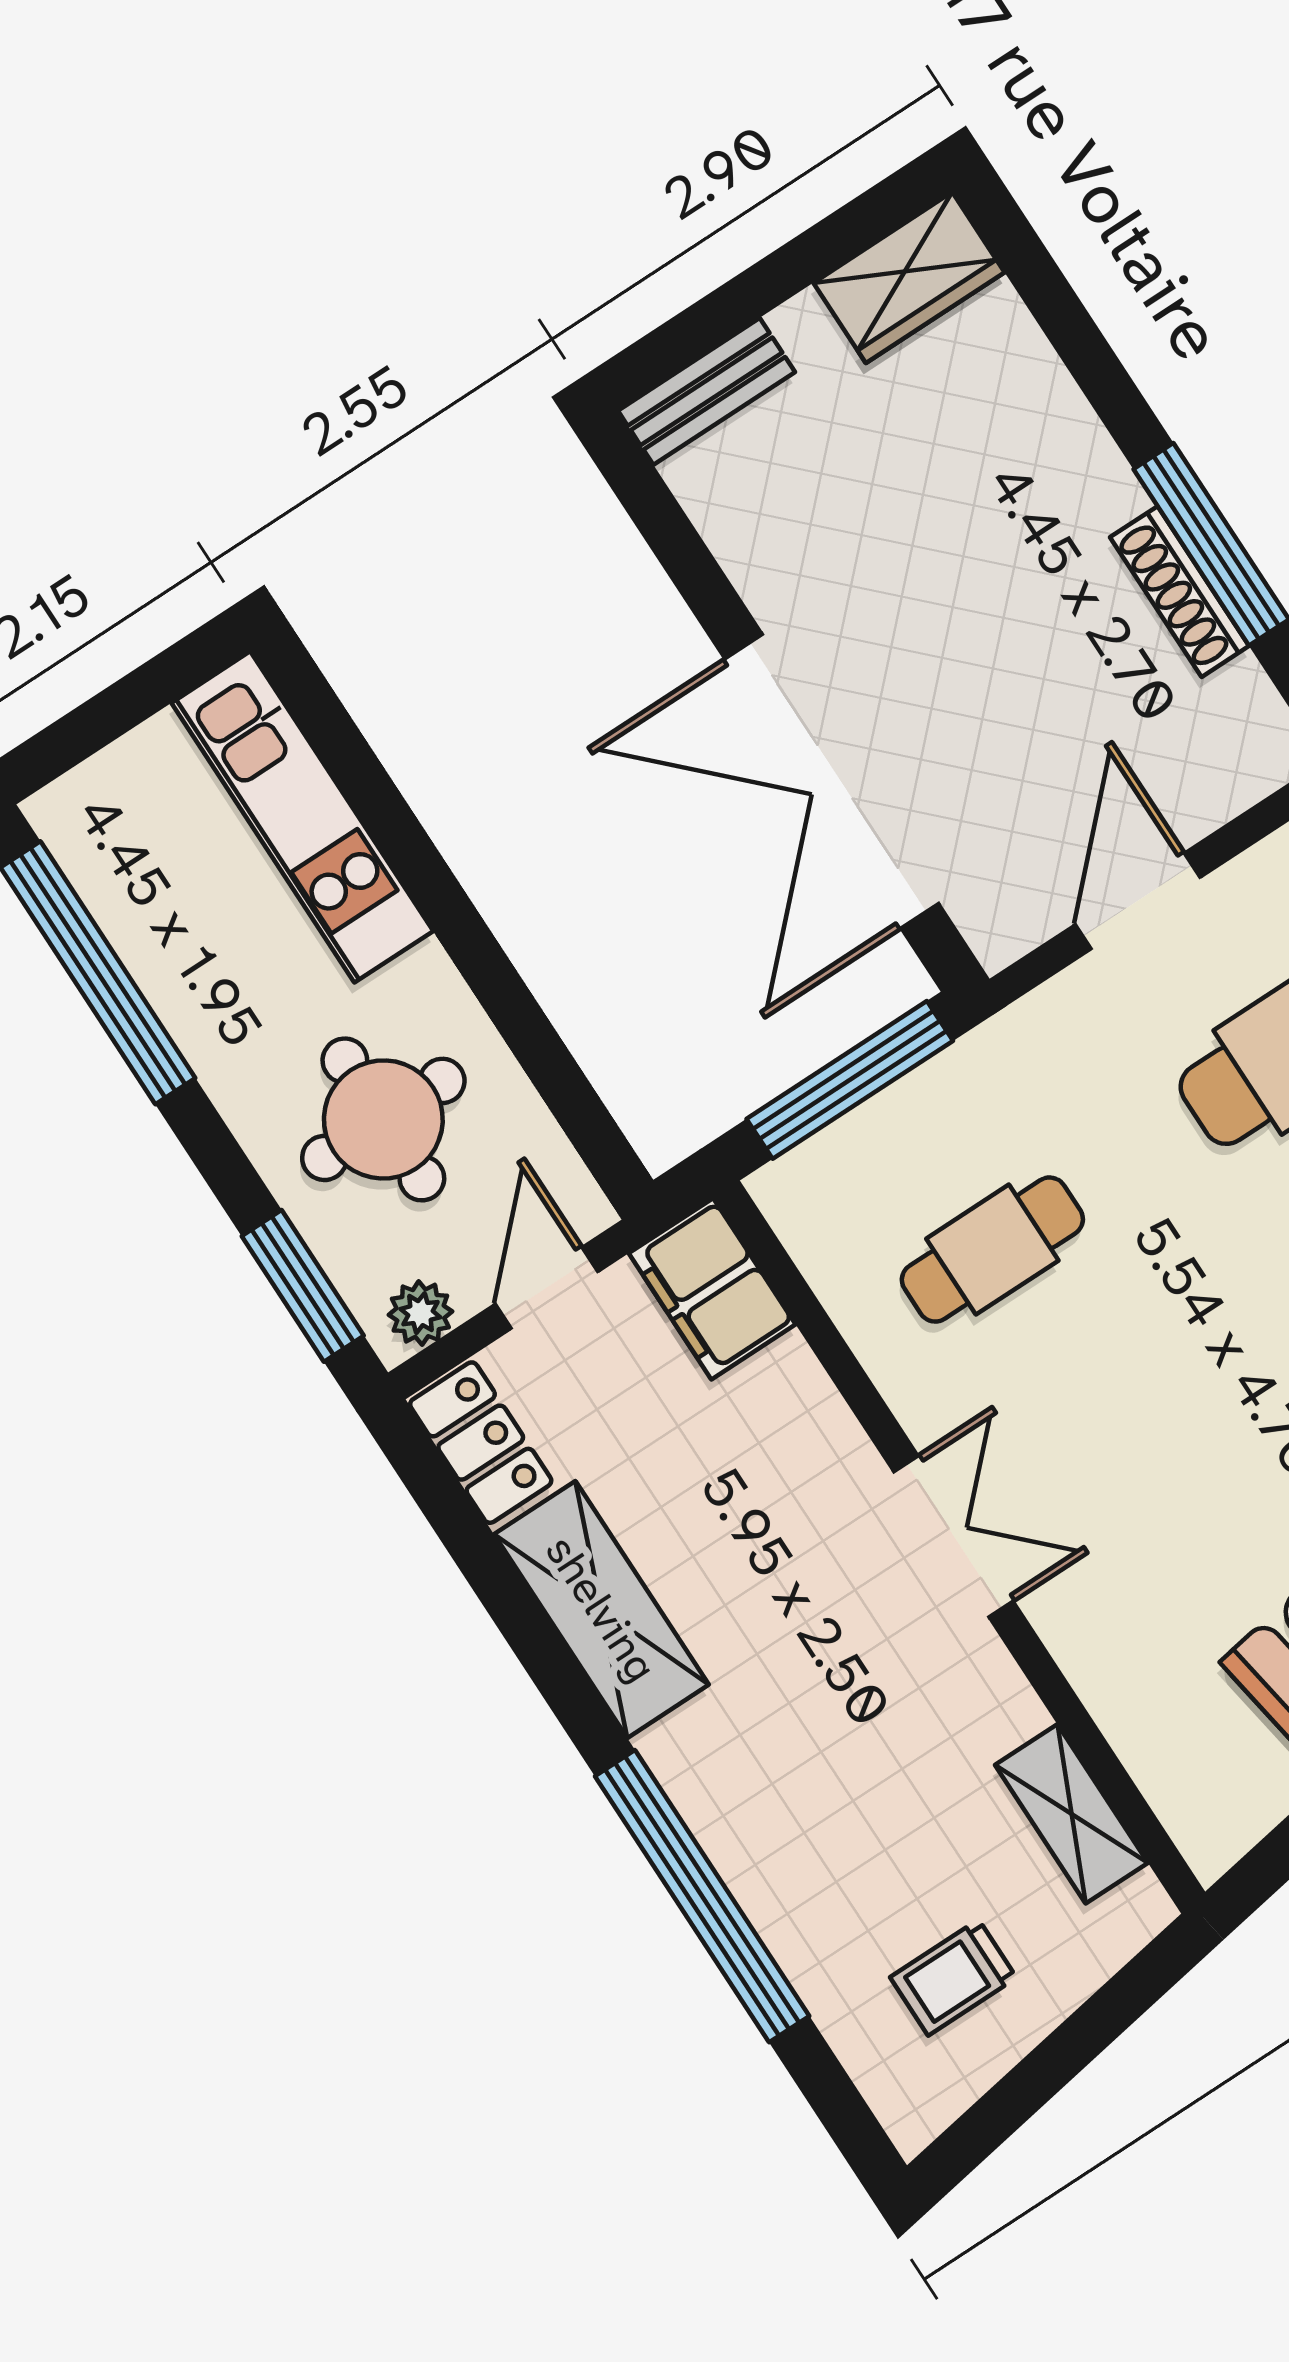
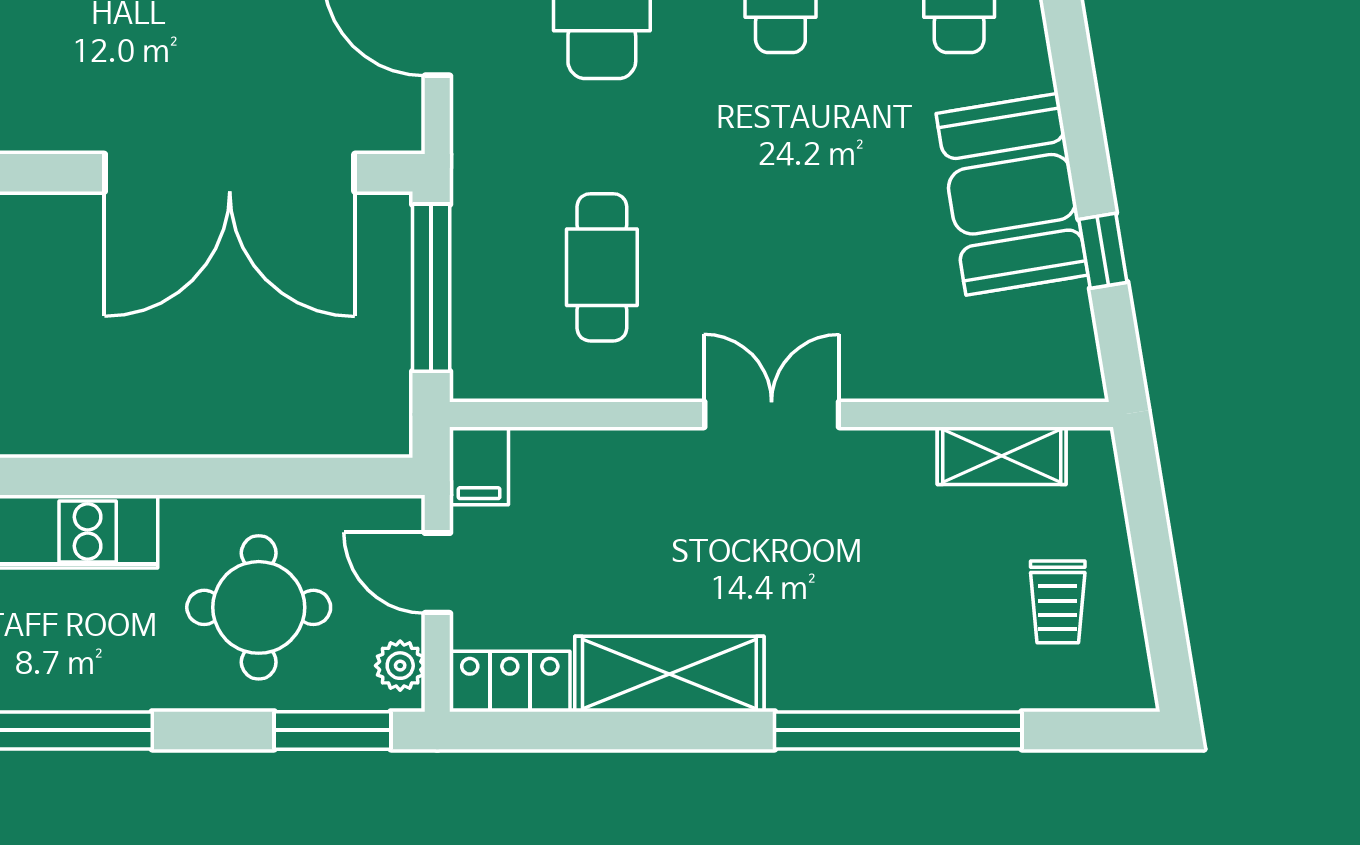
filing cabinet: (712, 1289) -> (479, 466), width x0.50

